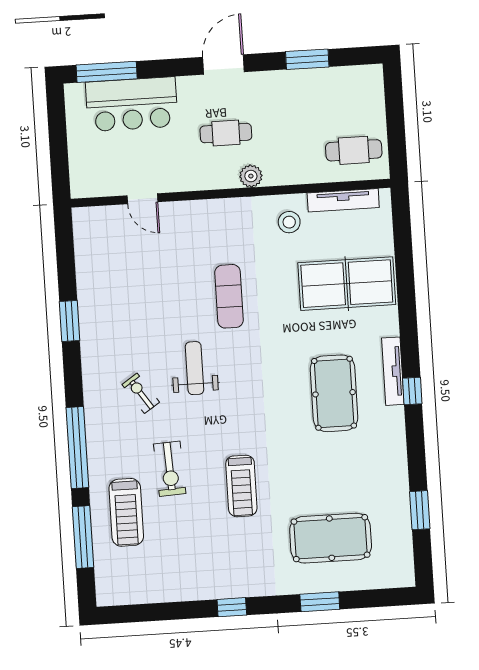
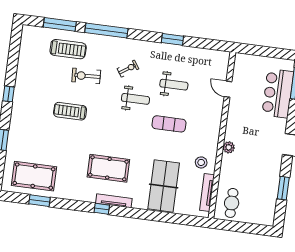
cafe table: (226, 133) -> (253, 139), removed
door: (142, 199) -> (228, 89), hinge flipped
weight bench: (154, 302) -> (174, 85), added
treadmill: (126, 512) -> (68, 49), turned 180
pool table: (331, 538) -> (34, 176), moved, turned 90

